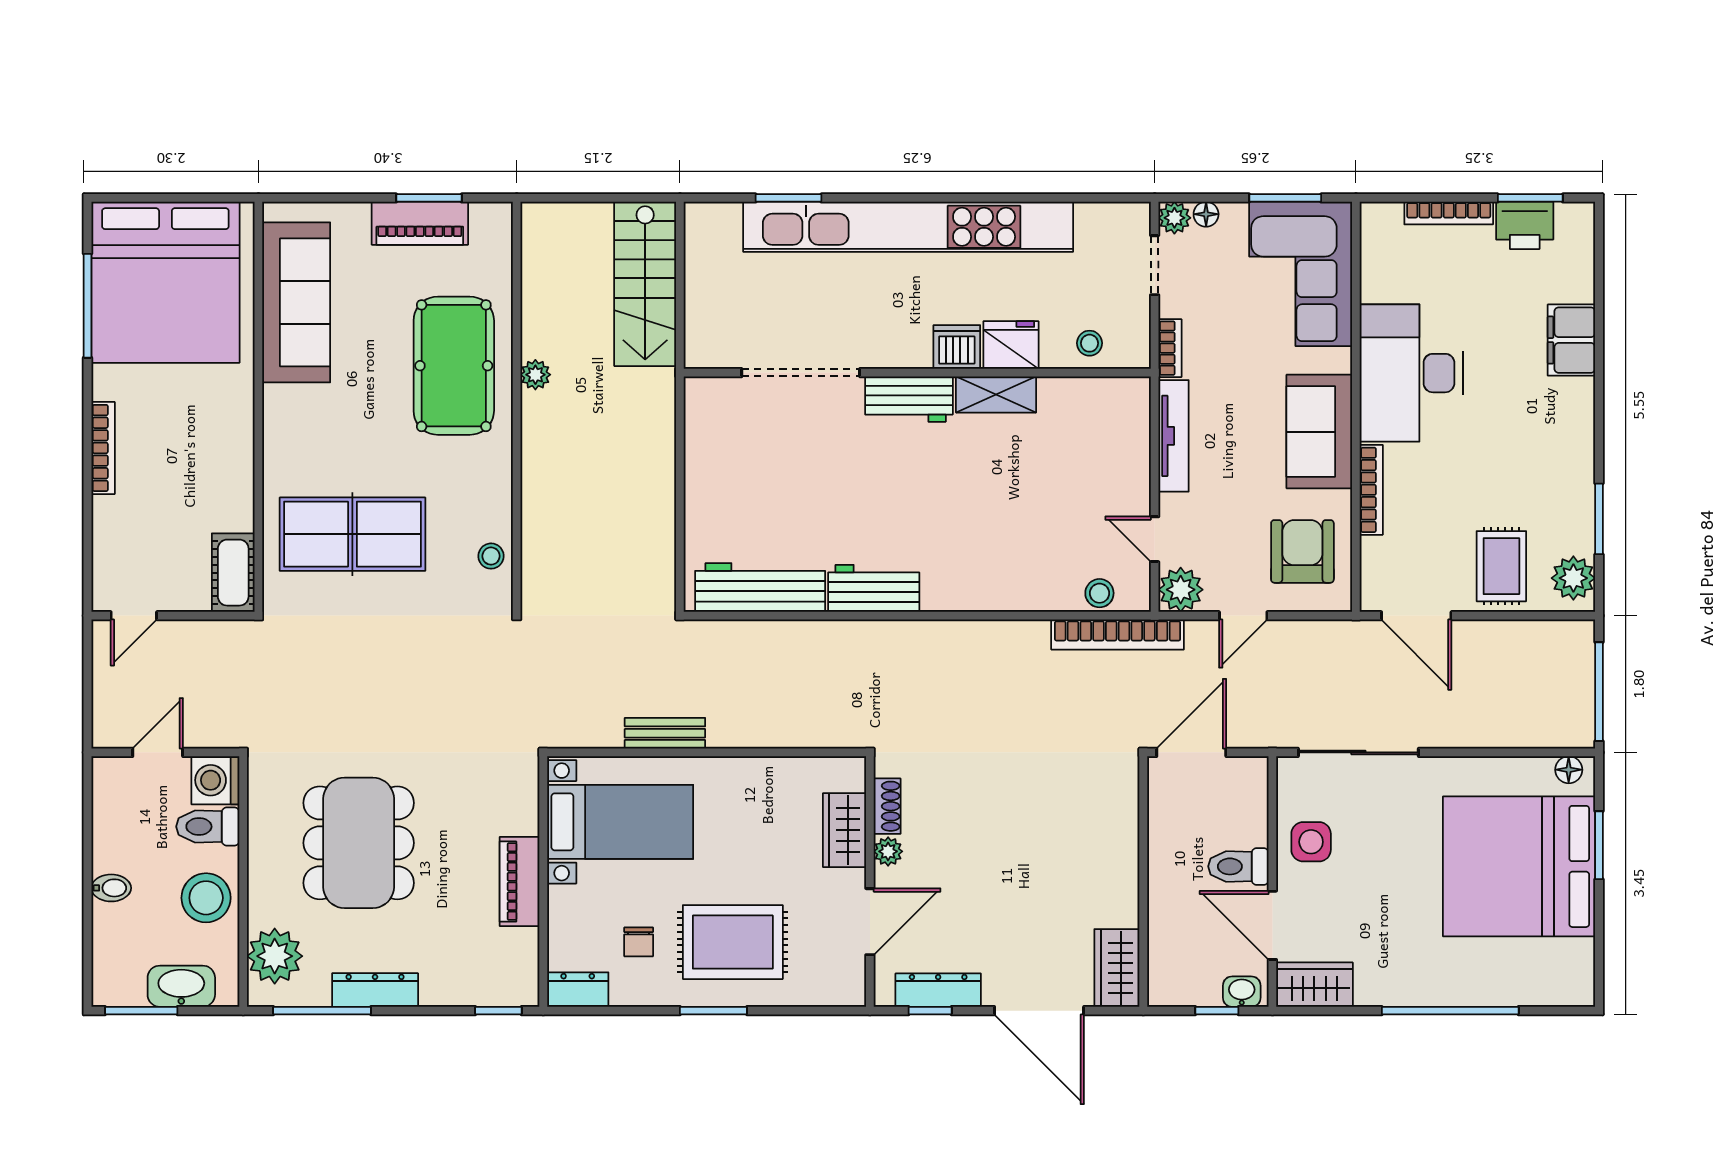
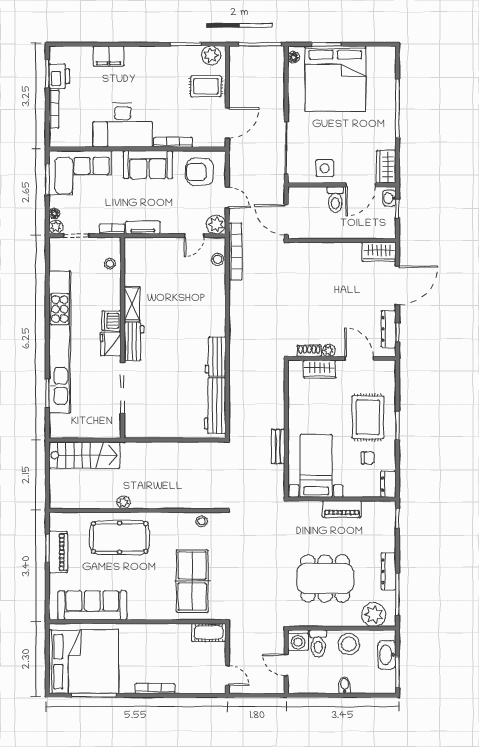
fridge: (1011, 345) -> (111, 344), moved
tv unit: (1174, 436) -> (143, 227), width x0.71

